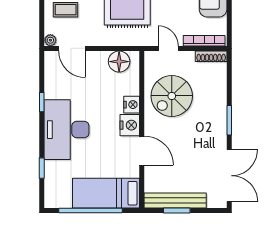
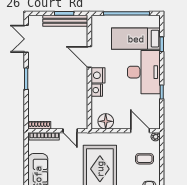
spiral stairs: (172, 96) -> (68, 96), removed
double door: (229, 176) -> (26, 39), width x0.73
bed: (106, 193) -> (136, 39), moved, turned 180

